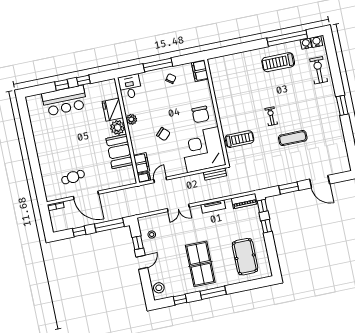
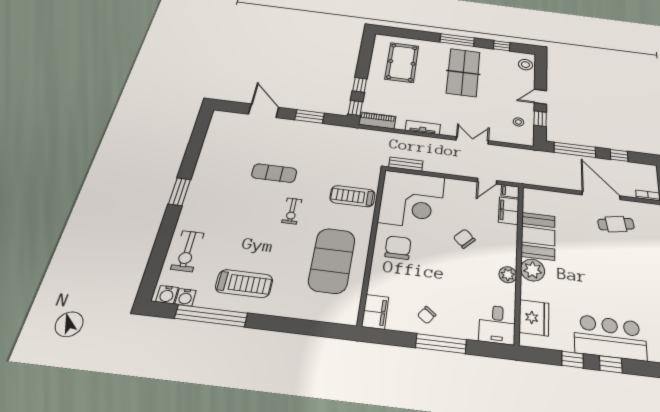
exercise mat: (235, 93) -> (332, 260), added
fridge: (113, 110) -> (534, 318), moved

